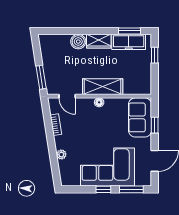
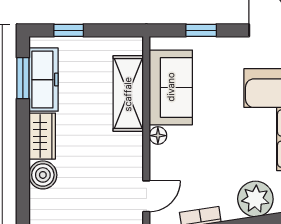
shelving: (103, 87) -> (128, 94), moved
sofa: (140, 117) -> (171, 87), moved, turned -90
plant: (61, 154) -> (255, 199), width x1.87, depth x1.87

